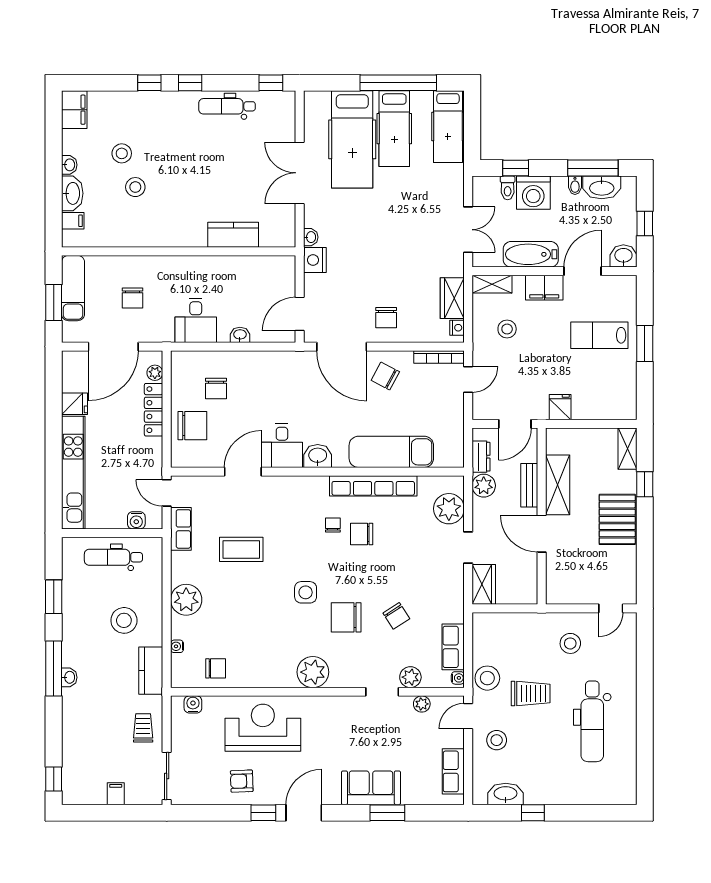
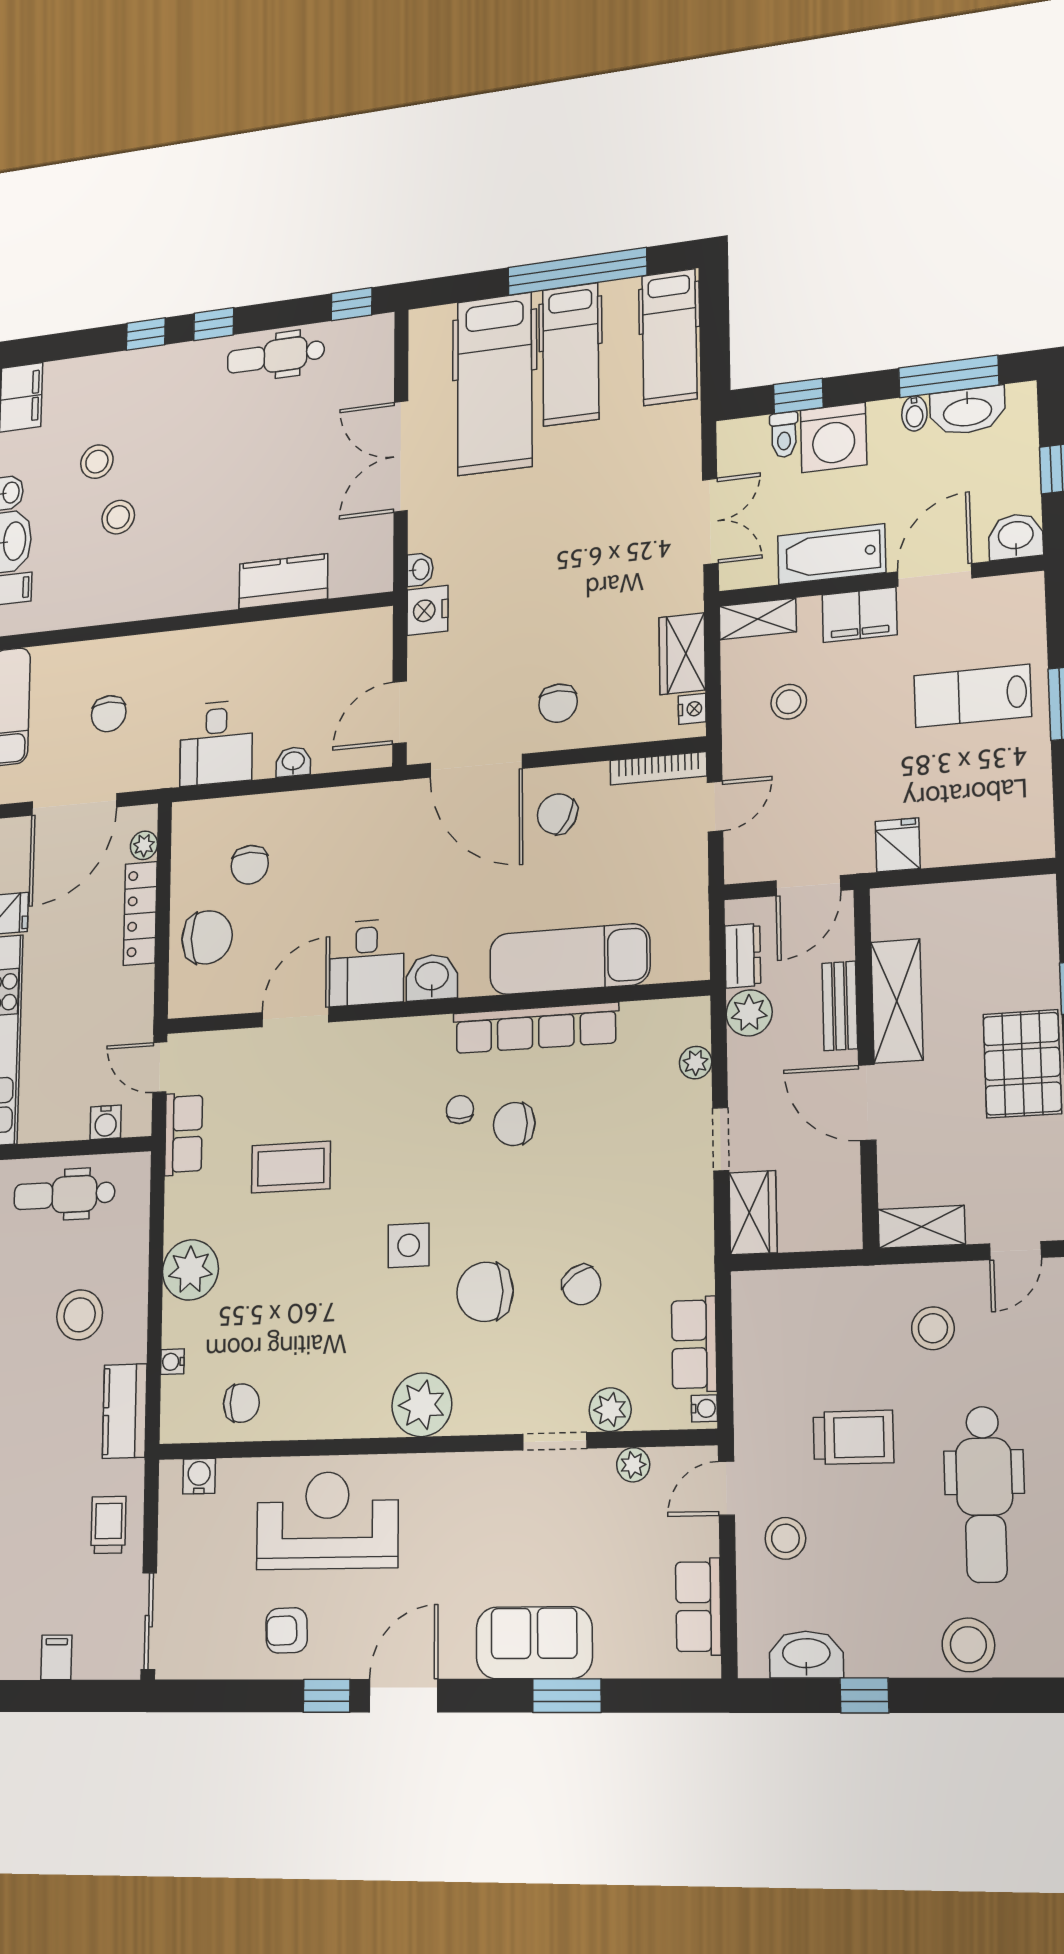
shelving: (627, 449) -> (922, 1227), moved, turned 90
plant: (449, 509) -> (696, 1063), width x0.53, depth x0.53
stool: (487, 678) -> (968, 1645), moved

